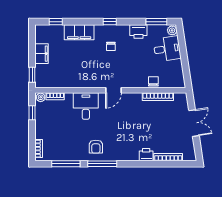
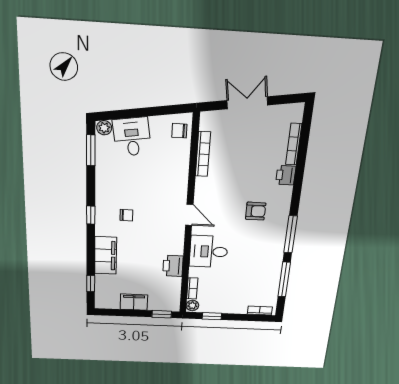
printer: (138, 32) -> (173, 266), moved, turned 180
chair: (153, 81) -> (179, 131), moved
armchair: (96, 147) -> (256, 211), moved

